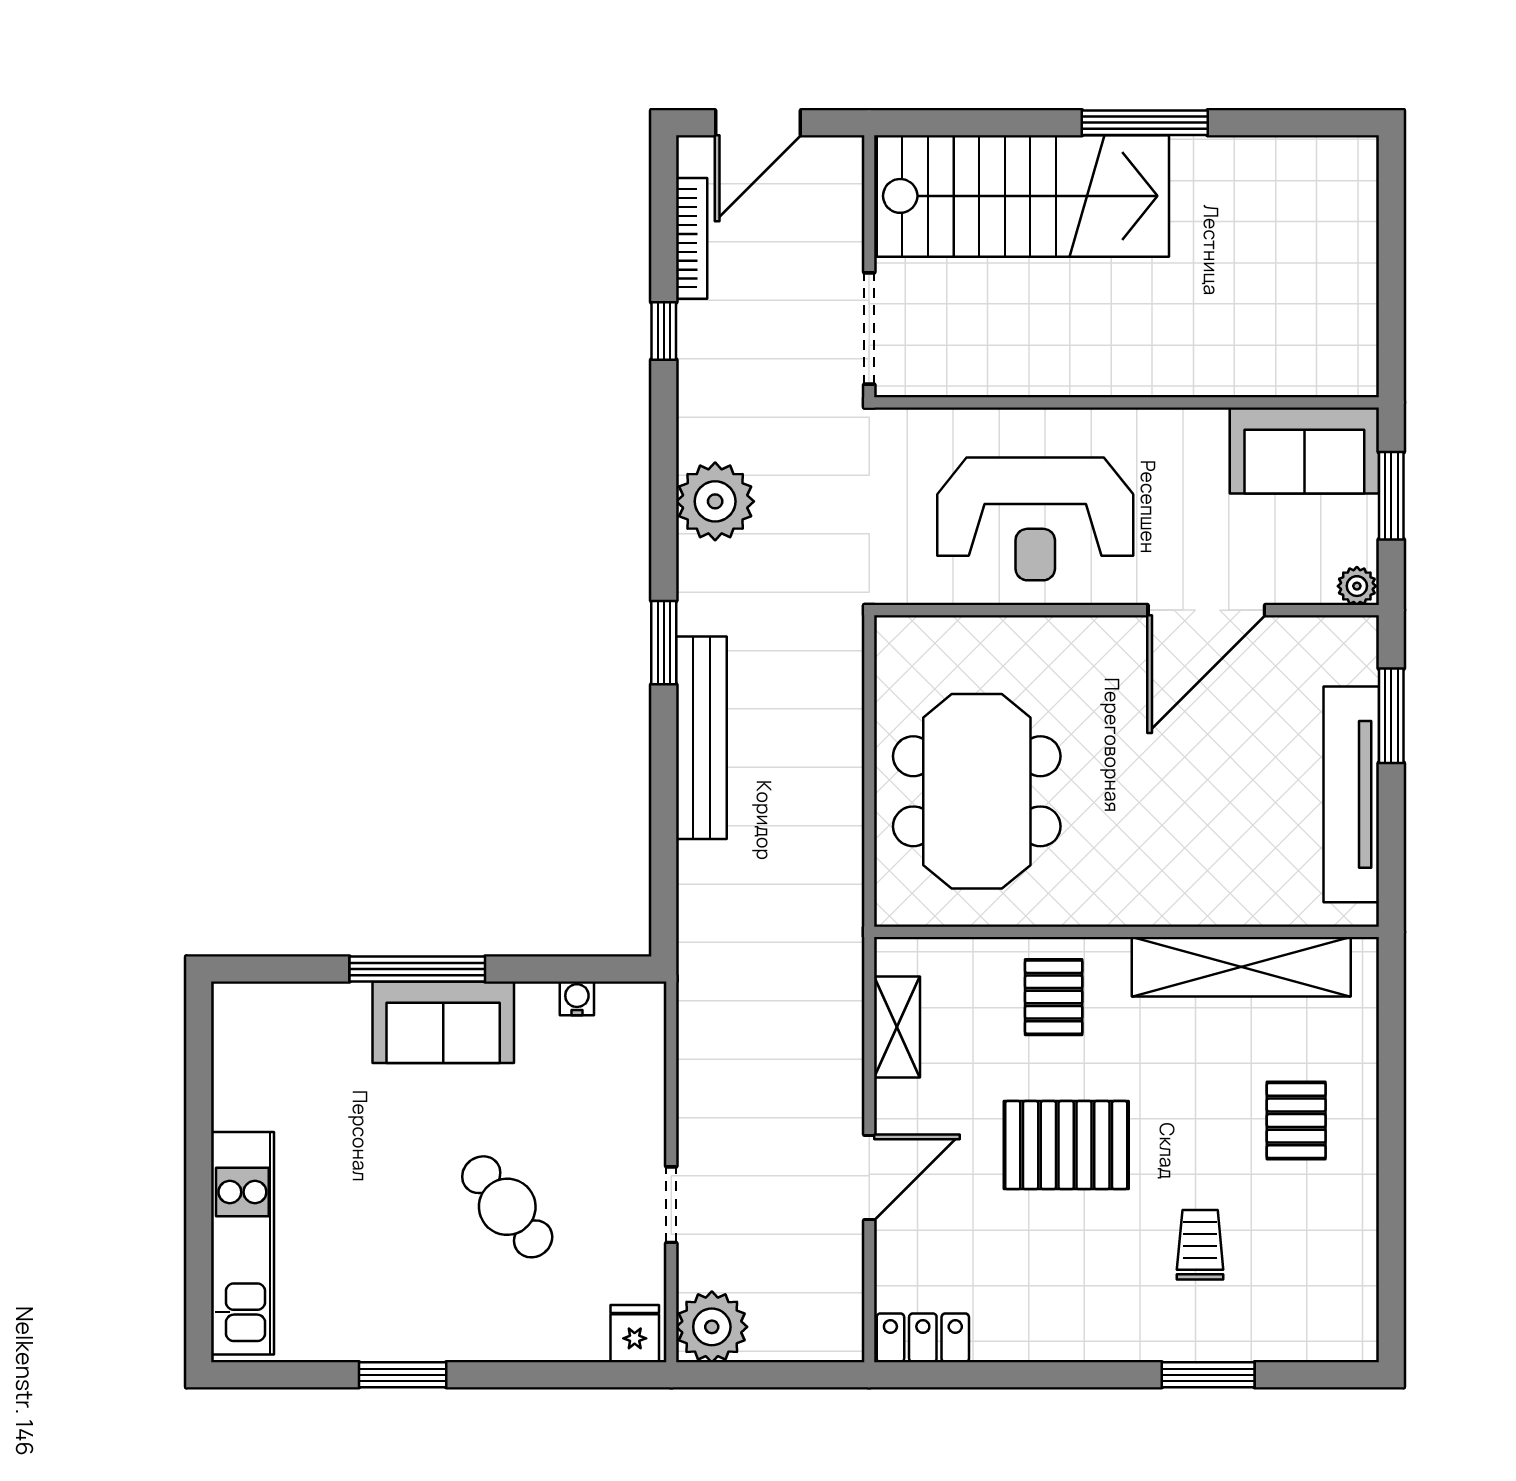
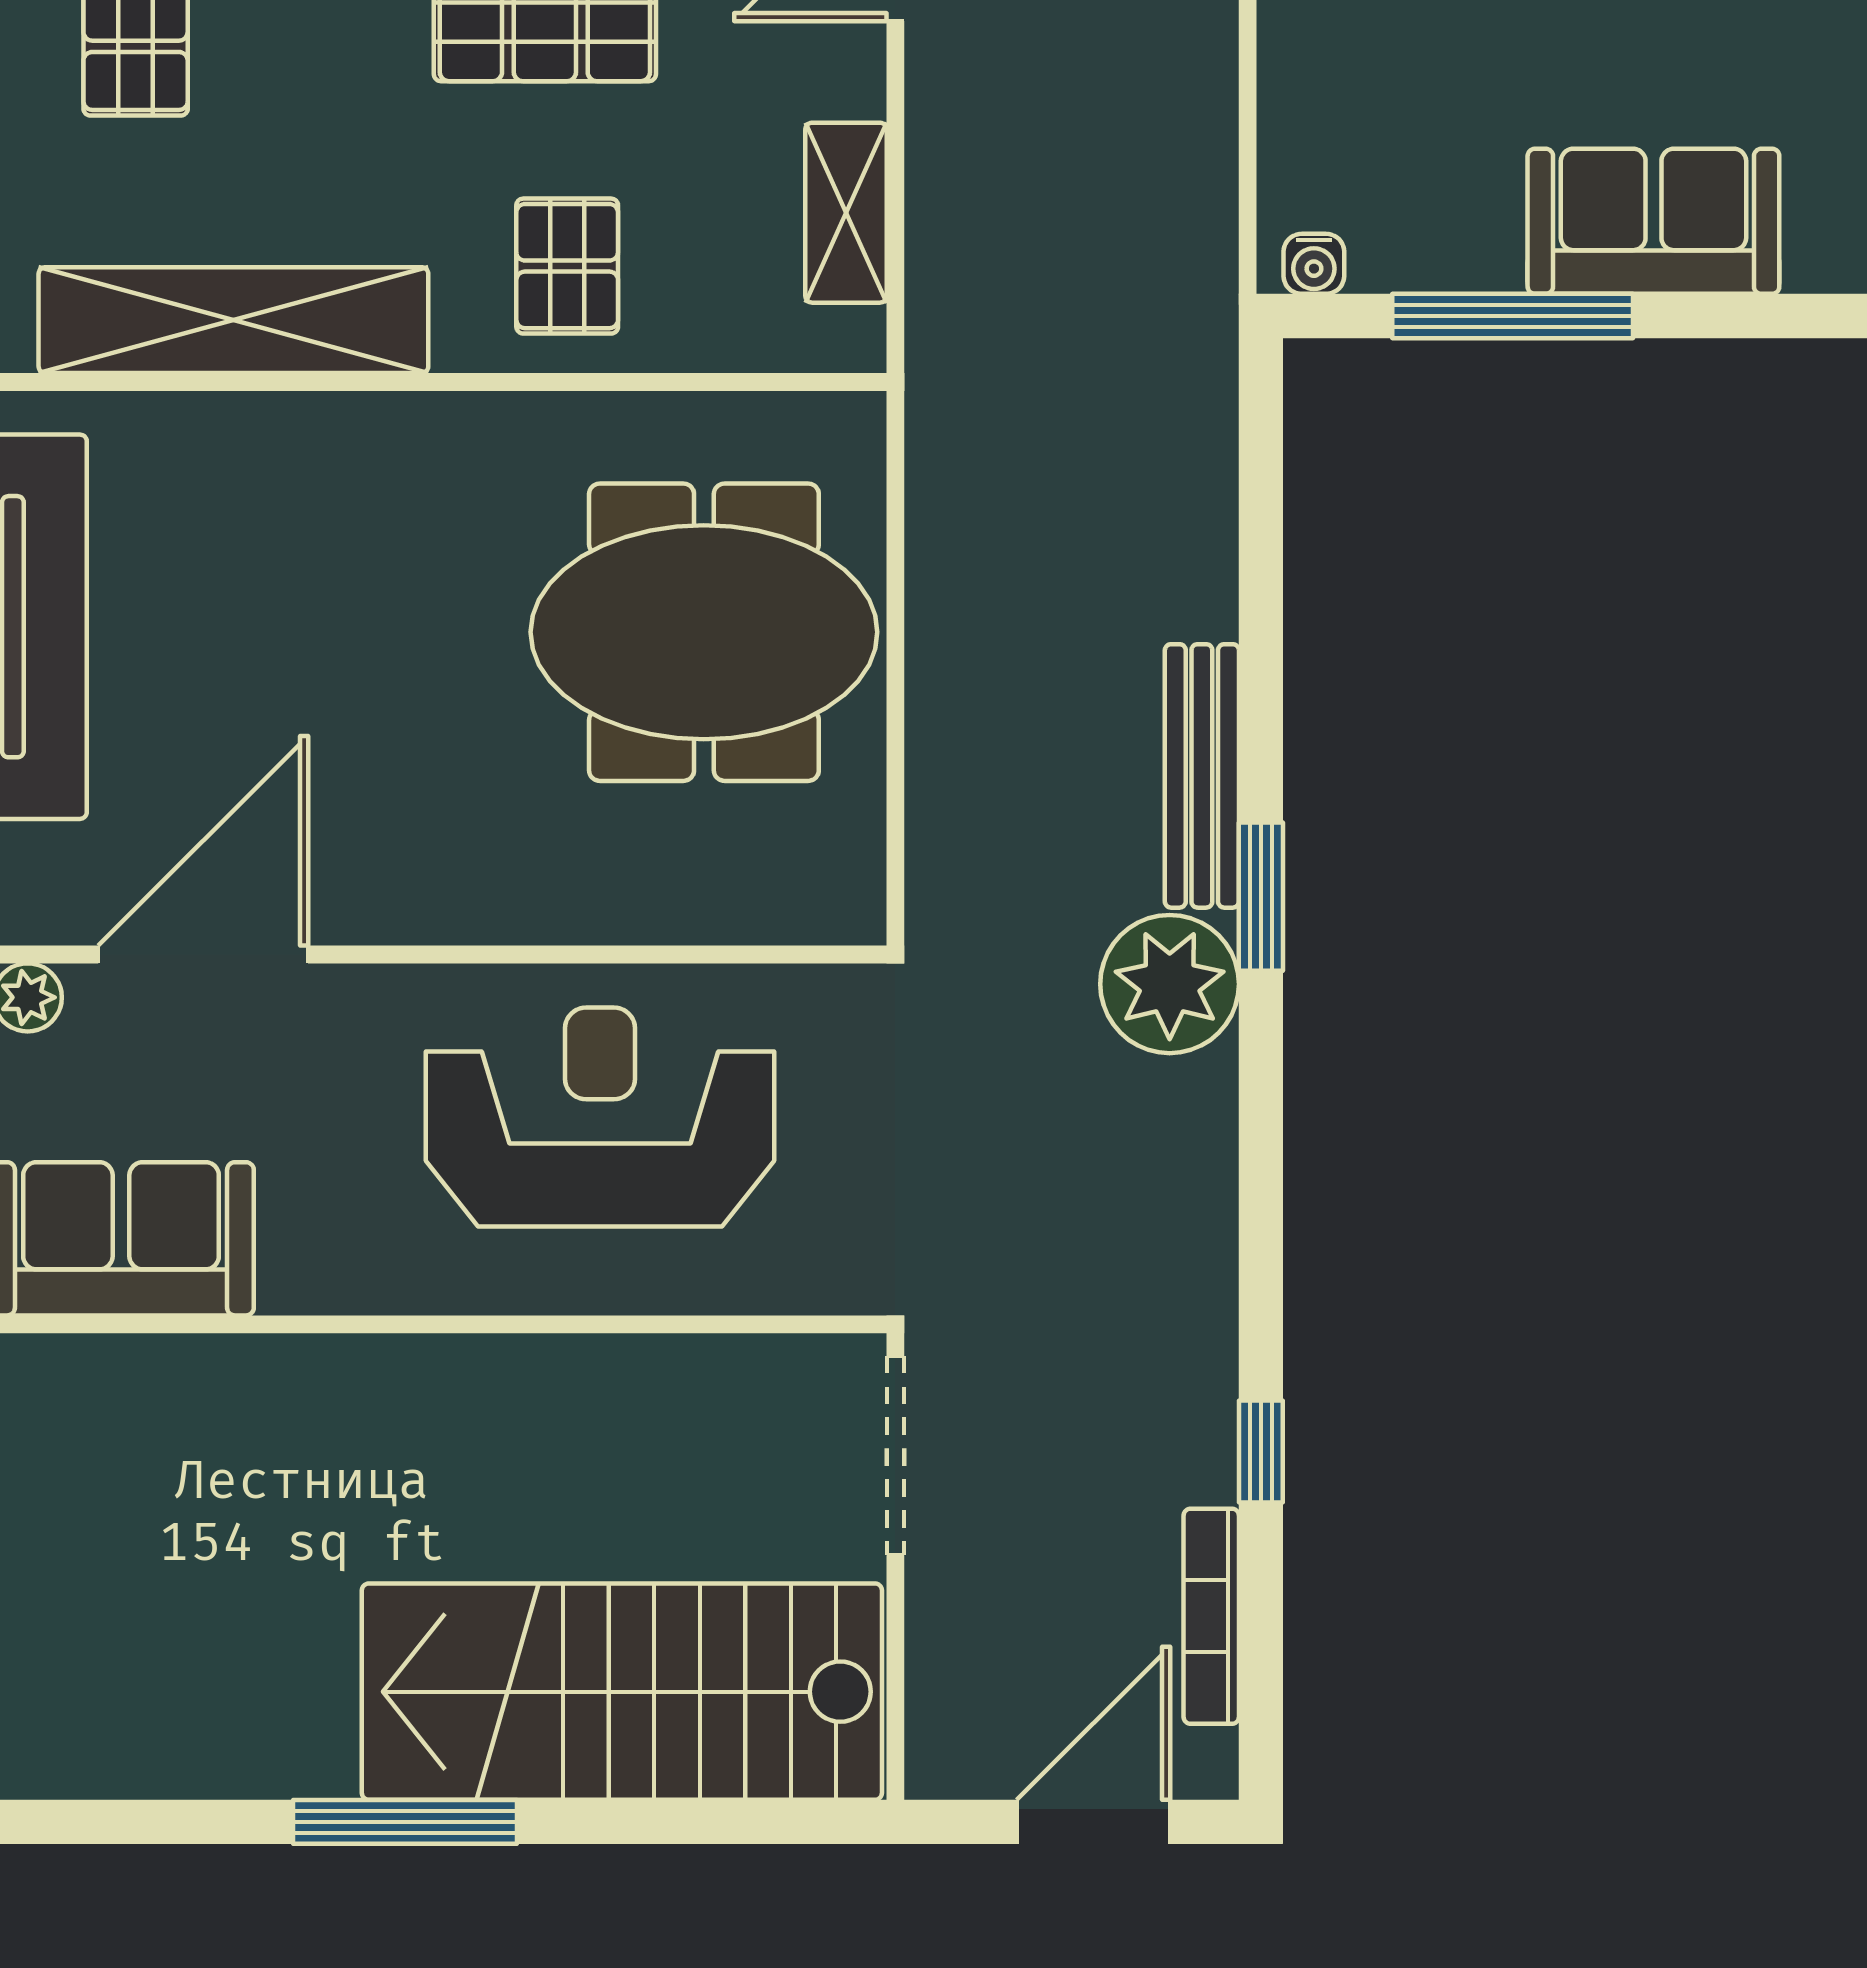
plant: (715, 501) -> (1170, 984), moved
door: (1206, 610) -> (203, 954), moved
bench: (701, 738) -> (1202, 776), width x0.73, depth x0.82
meeting table: (977, 791) -> (704, 632), turned 90
window: (417, 969) -> (1513, 316), moved
water cooler: (577, 998) -> (1314, 264), moved

